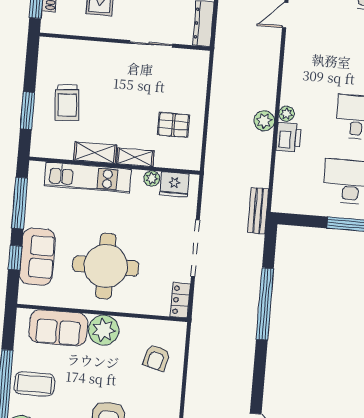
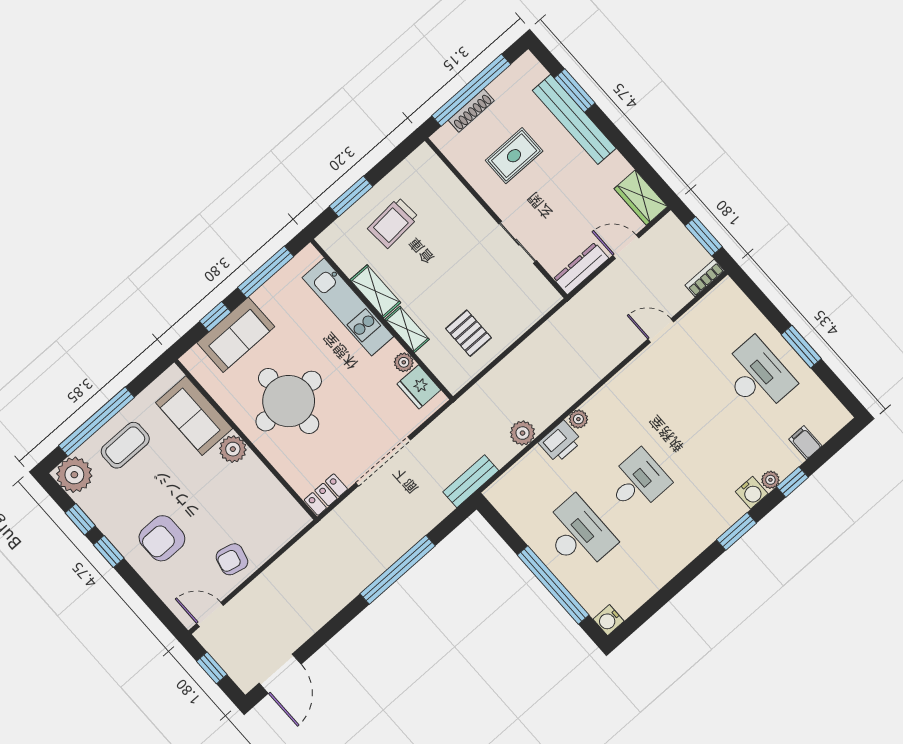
plant: (264, 121) -> (523, 433), moved
plant: (104, 330) -> (233, 449), width x0.73, depth x0.73
armchair: (156, 358) -> (232, 559), moved
coffee table: (34, 384) -> (125, 445), turned 90

